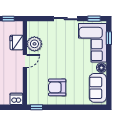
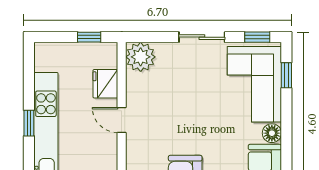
plant: (34, 44) -> (141, 57), moved
door: (25, 61) -> (122, 120), swing flipped

